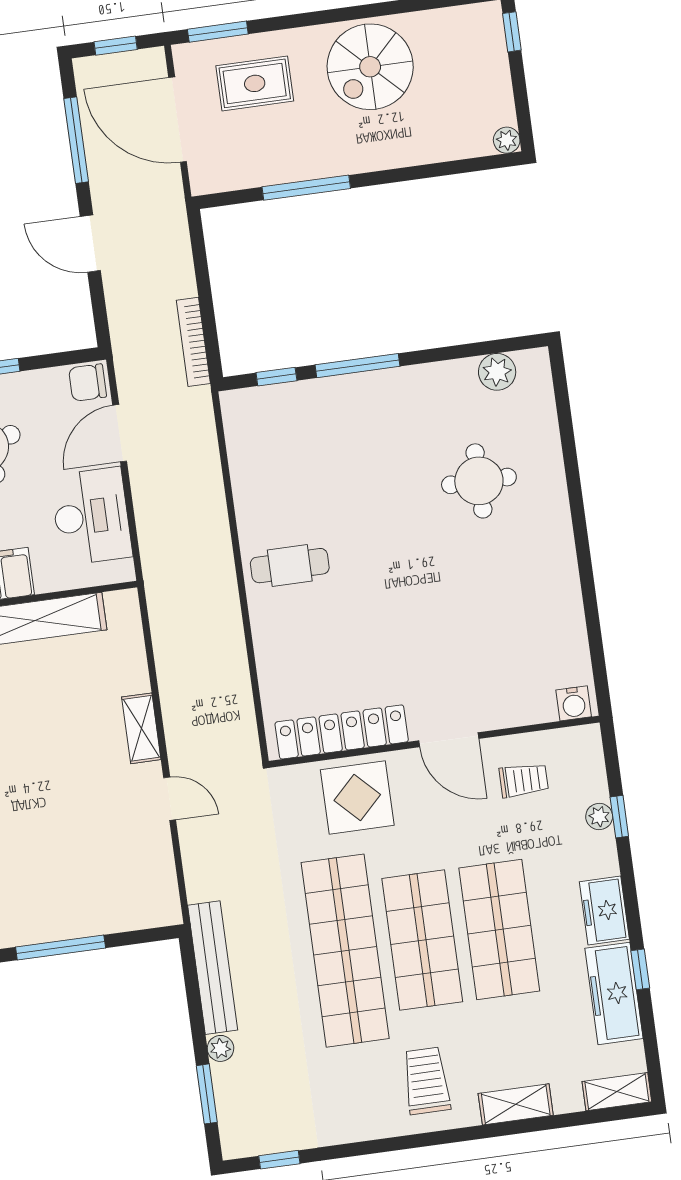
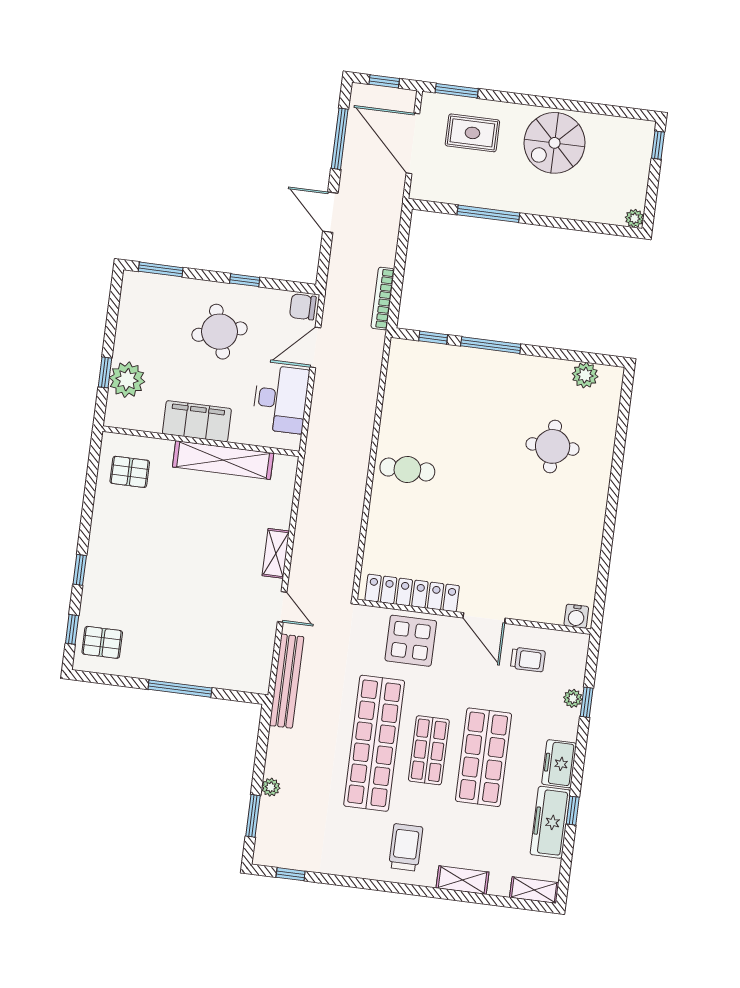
shop shelf: (422, 940) -> (429, 750), width x0.70, depth x0.74
bench: (213, 968) -> (287, 681), moved

